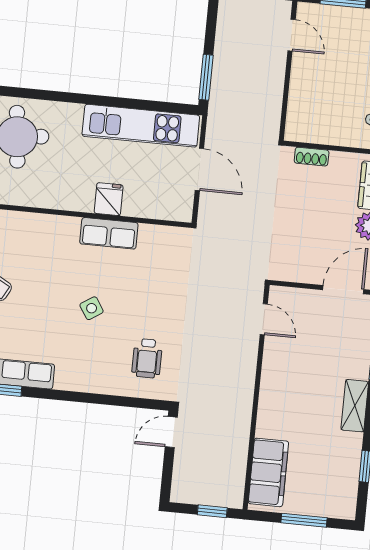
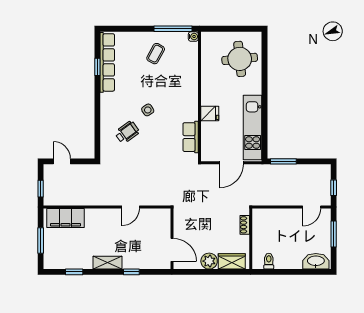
row of seats: (109, 233) -> (191, 137), moved
door: (264, 319) -> (131, 207), moved
wheelchair: (147, 358) -> (127, 132), moved, turned 144
door: (171, 432) -> (62, 161), moved

